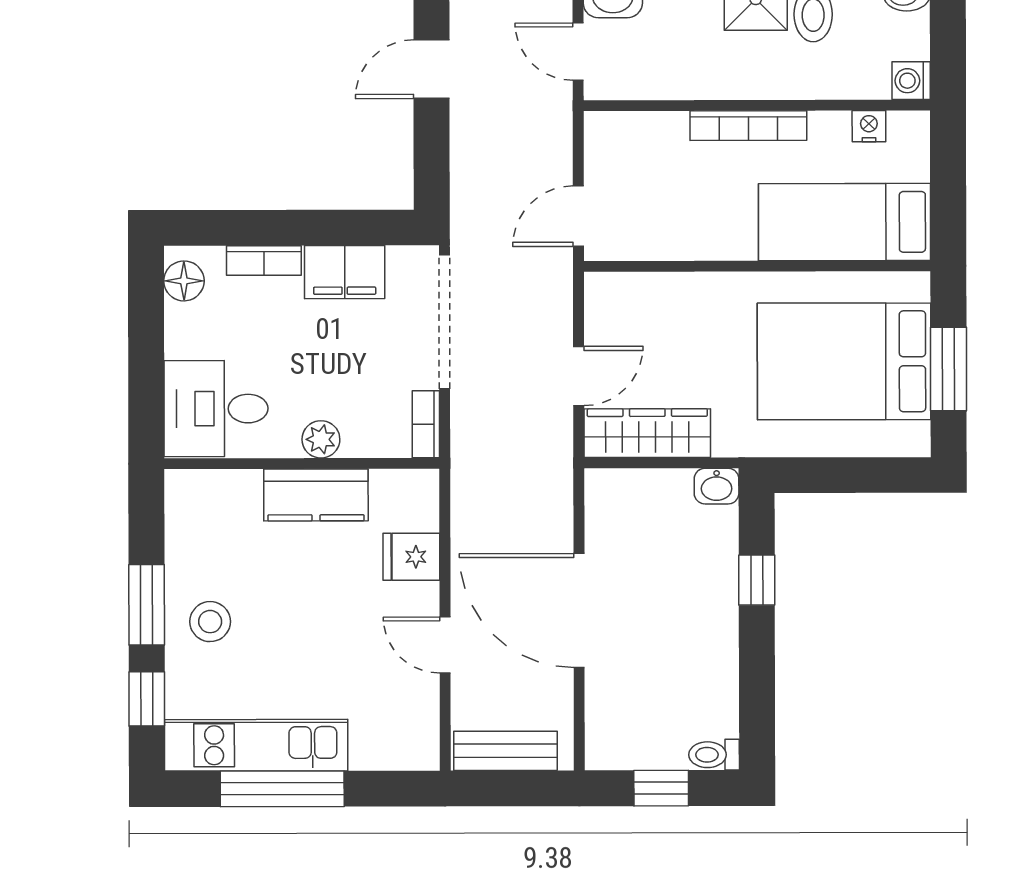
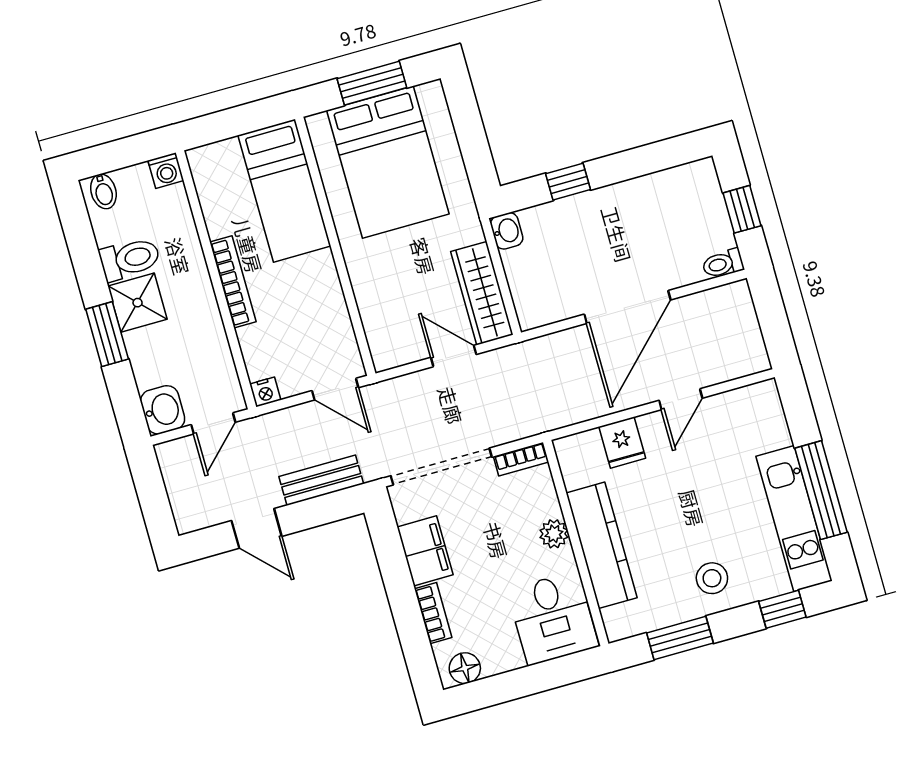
nightstand: (869, 126) -> (265, 392), moved, turned -90
kitchen counter: (316, 495) -> (602, 545), width x1.50
window: (147, 605) -> (680, 638), moved
bench: (506, 751) -> (321, 480), moved, turned 90
toilet: (714, 755) -> (723, 264), moved, turned 90

